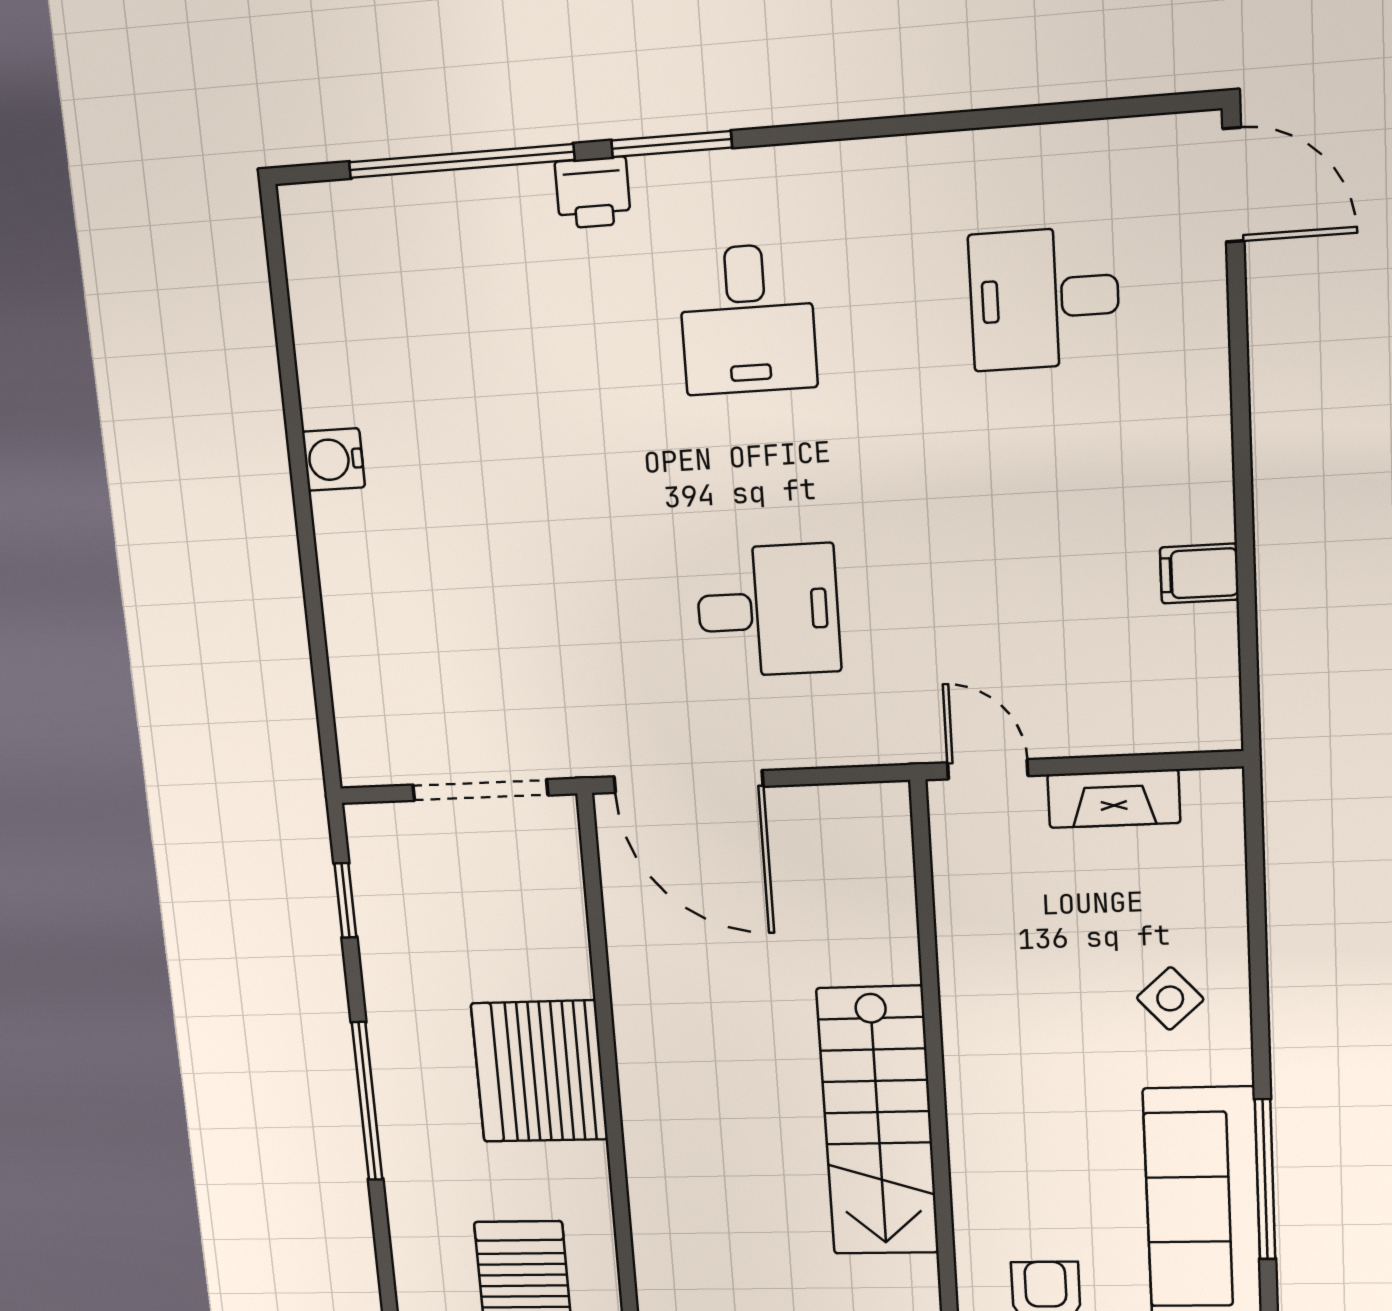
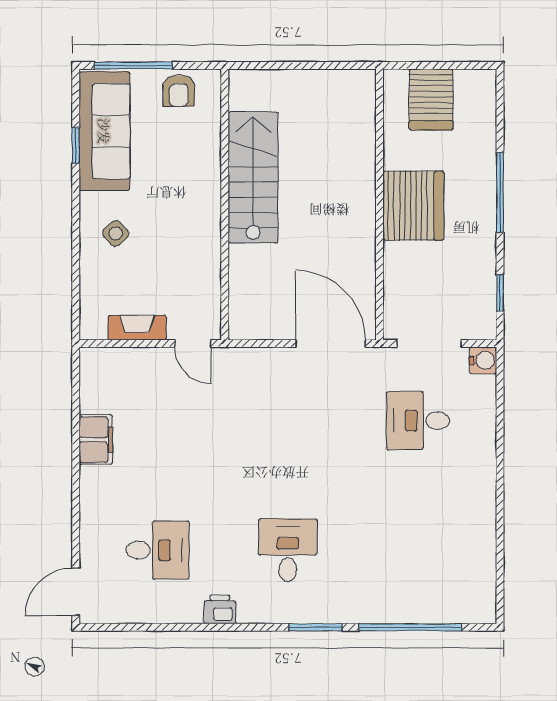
door: (1233, 185) -> (76, 592), hinge flipped
printer: (593, 193) -> (220, 609), moved
water cooler: (333, 459) -> (483, 360), moved
filing cabinet: (1199, 574) -> (96, 440), width x2.00
desk: (768, 611) -> (418, 421), moved
window: (1265, 1179) -> (76, 145), width x0.46

